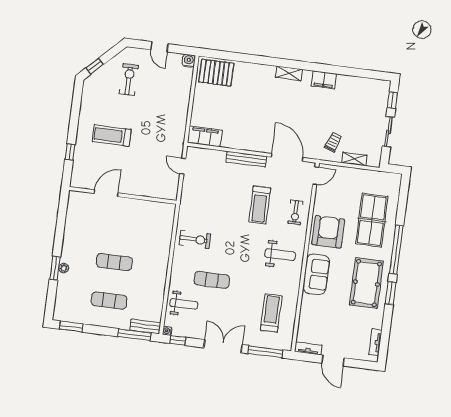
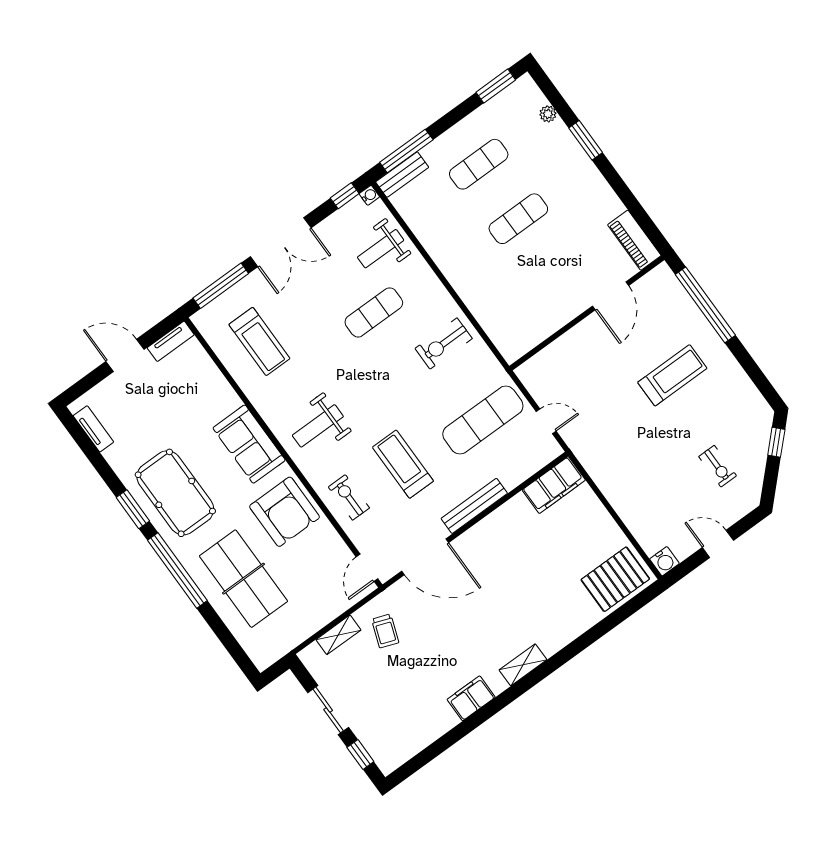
exercise bike: (129, 79) -> (718, 466), width x0.73, depth x0.72
window: (70, 152) -> (705, 305), width x3.17
exercise mat: (209, 192) -> (483, 420), added
piano: (74, 207) -> (634, 240), added
plant: (64, 268) -> (548, 114), moved

